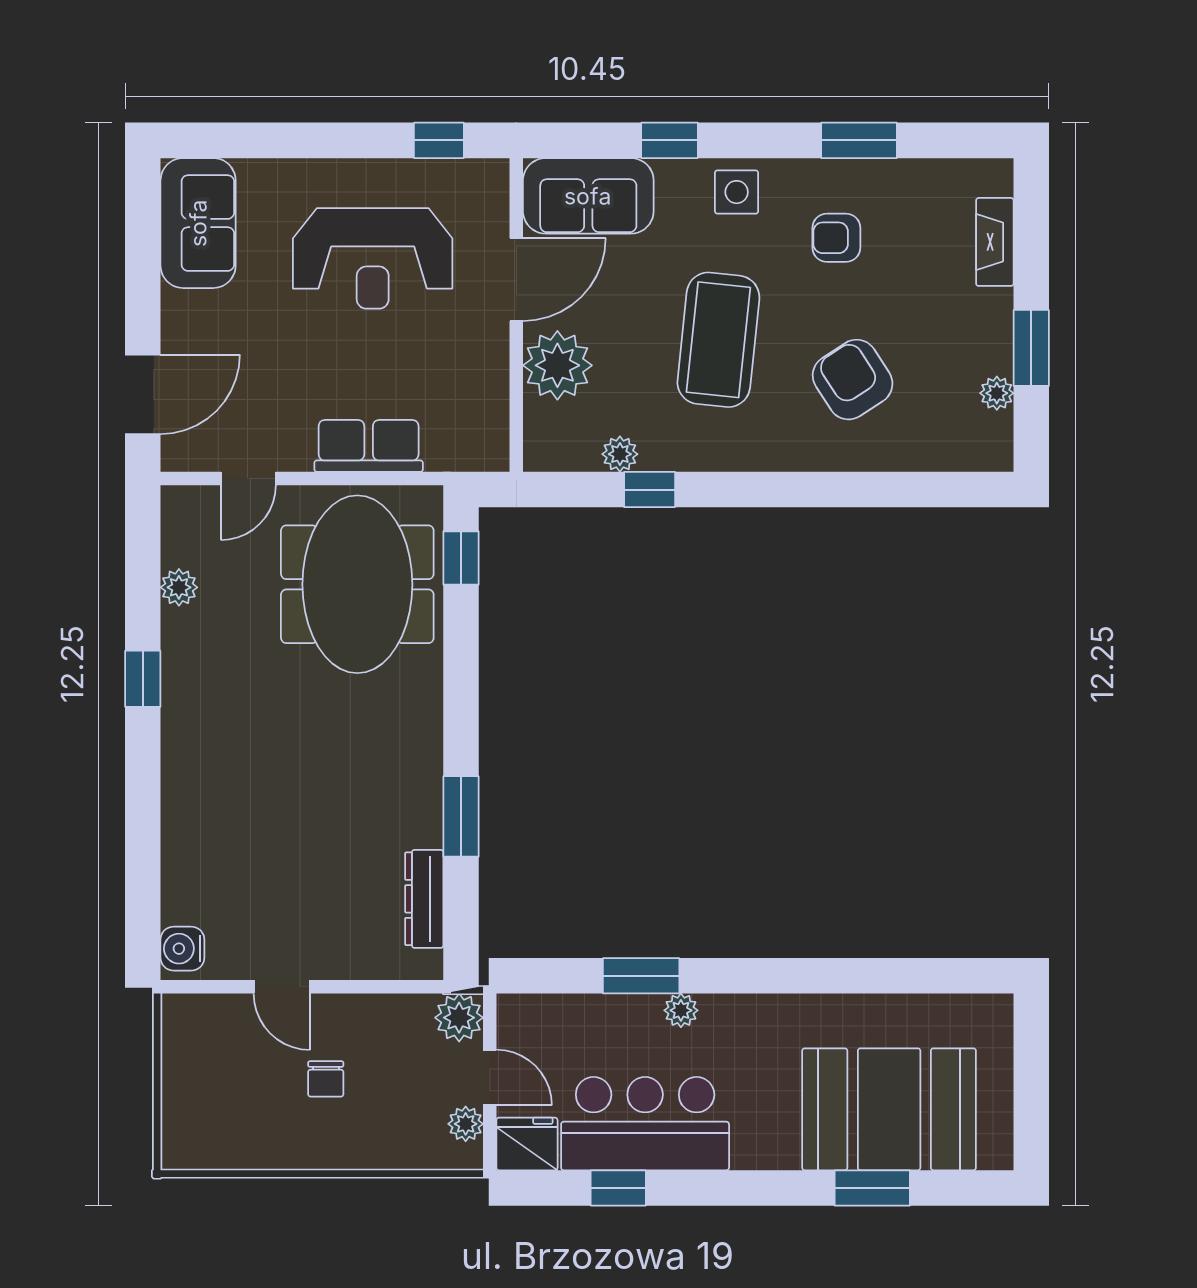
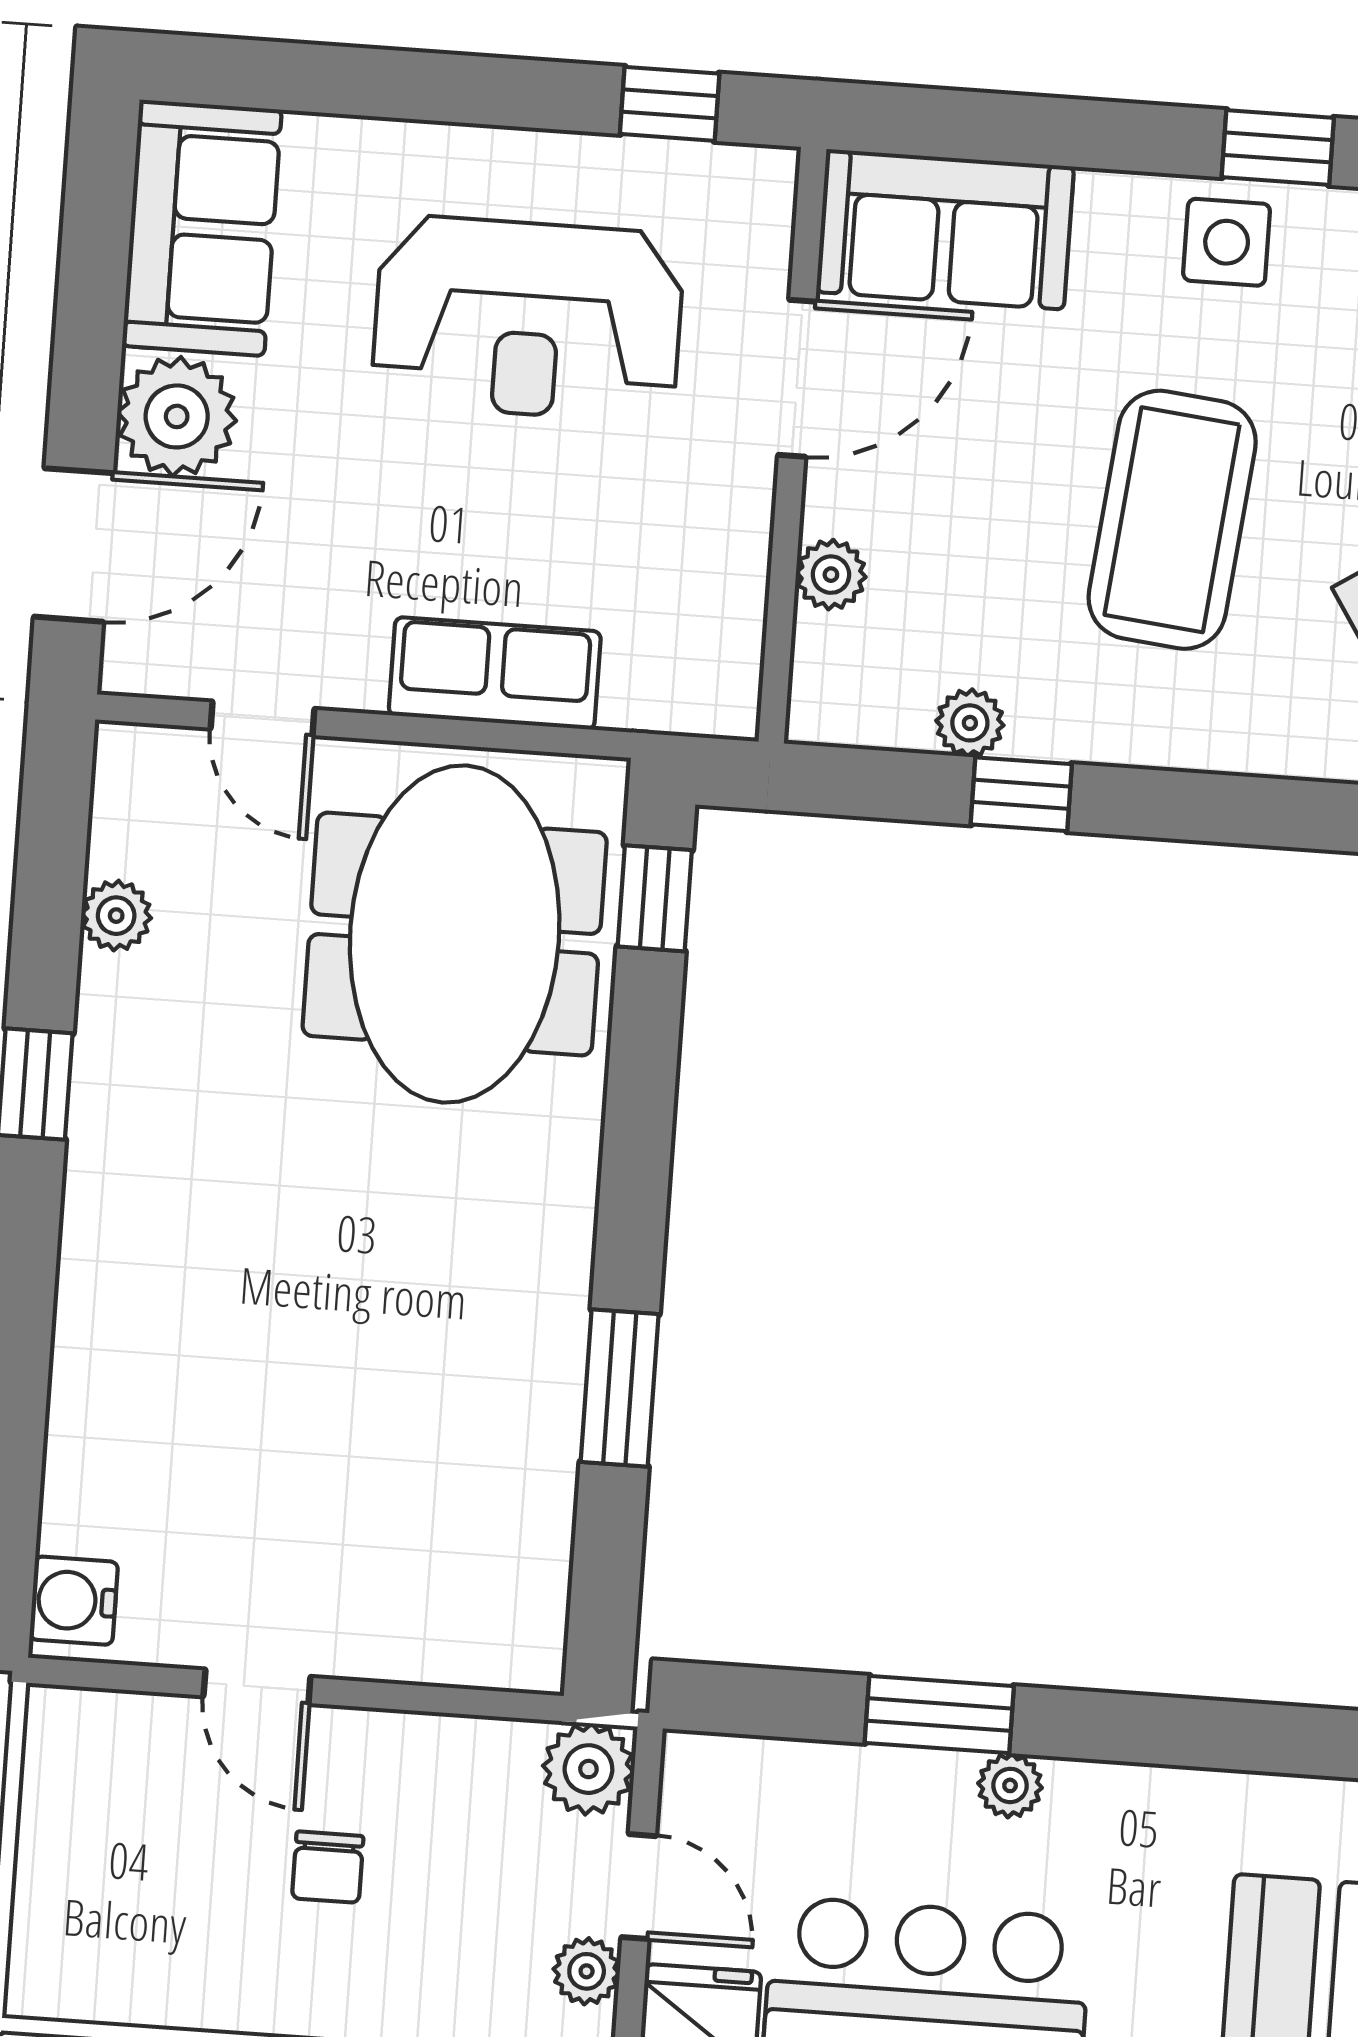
window: (670, 140) -> (1278, 147), moved
plant: (192, 323) -> (177, 416), added
plant: (557, 365) -> (831, 575), width x0.53, depth x0.53
door: (248, 479) -> (262, 719), hinge flipped
dresser: (424, 899) -> (539, 1539), removed

